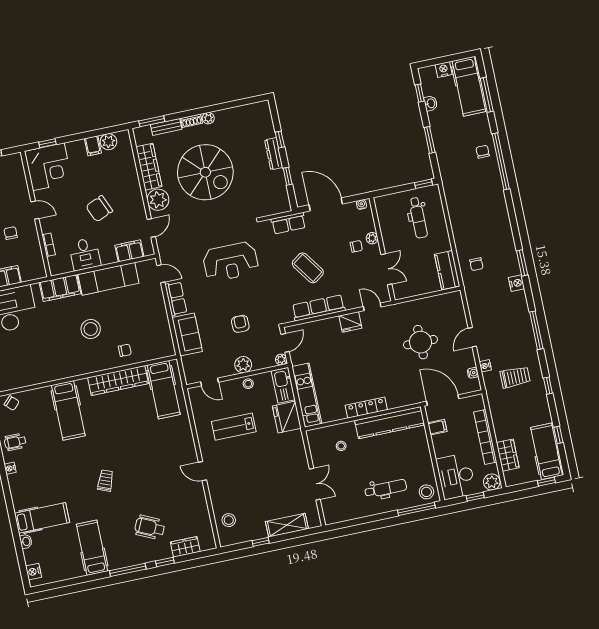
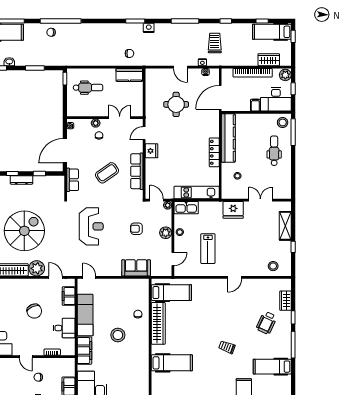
door: (35, 210) -> (26, 357), swing flipped
door: (161, 274) -> (89, 277), hinge flipped
row of seats: (176, 299) -> (109, 270), removed
fridge: (287, 417) -> (233, 210), moved
filing cabinet: (437, 427) -> (255, 105), moved

